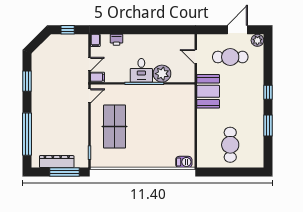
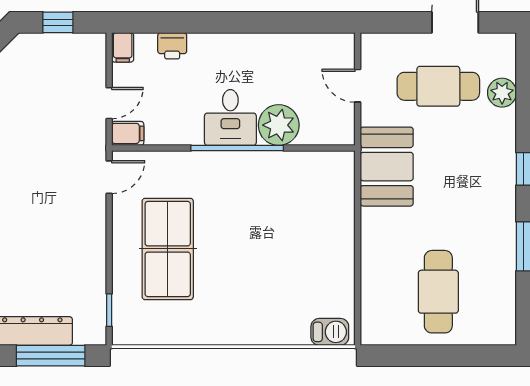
plant: (257, 40) -> (502, 93), moved

